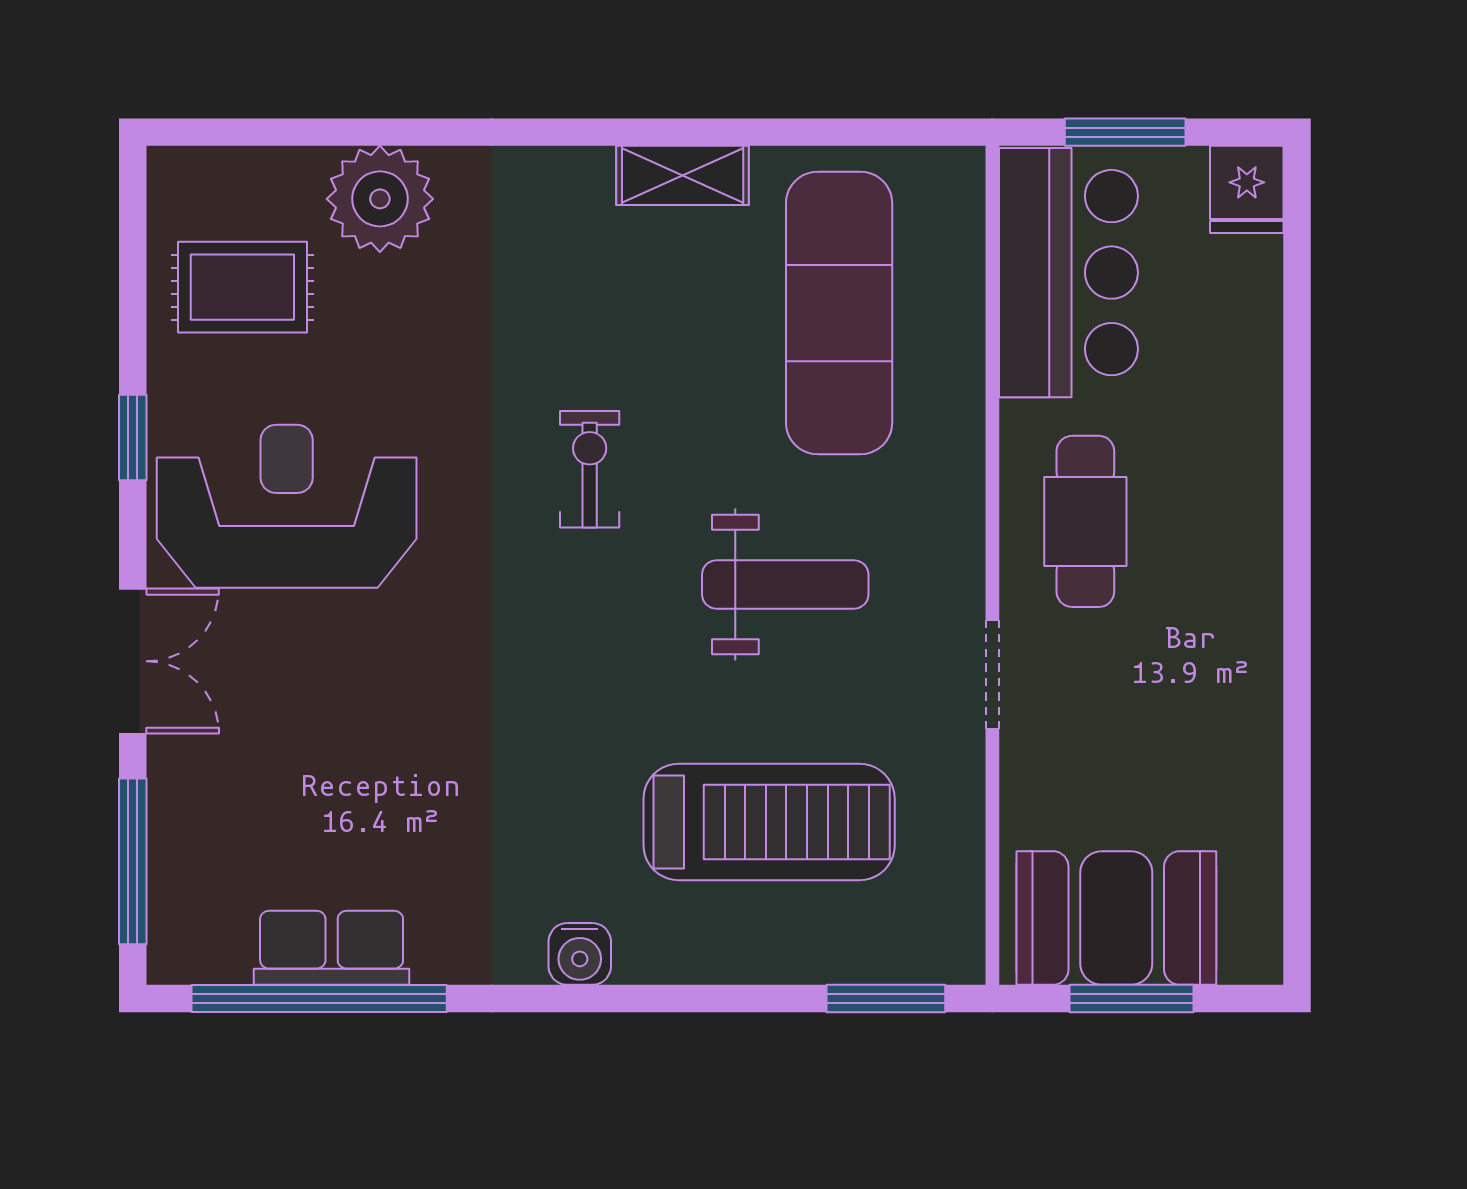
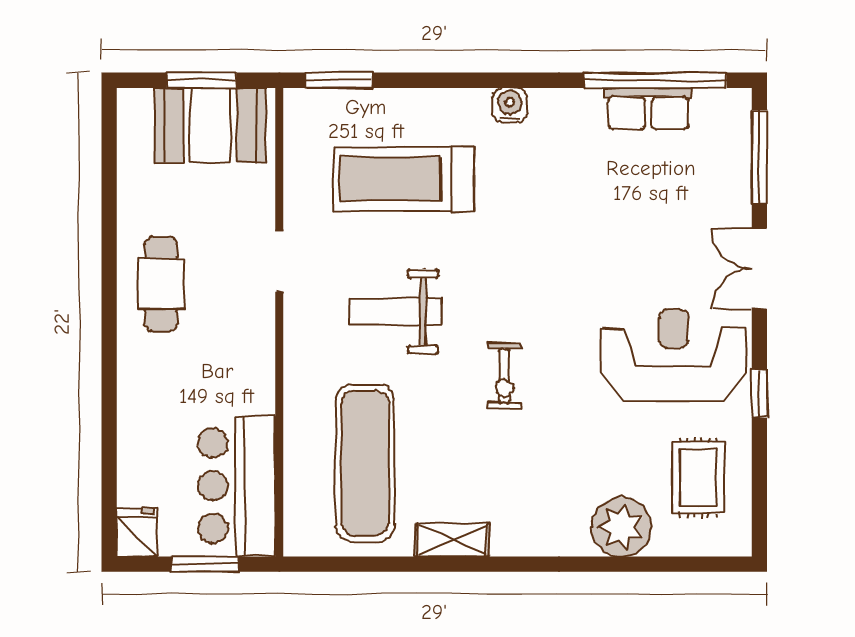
rug: (242, 287) -> (698, 478), turned 90
reception desk: (287, 506) -> (673, 355), turned 180
cafe table: (1085, 521) -> (161, 284), moved

